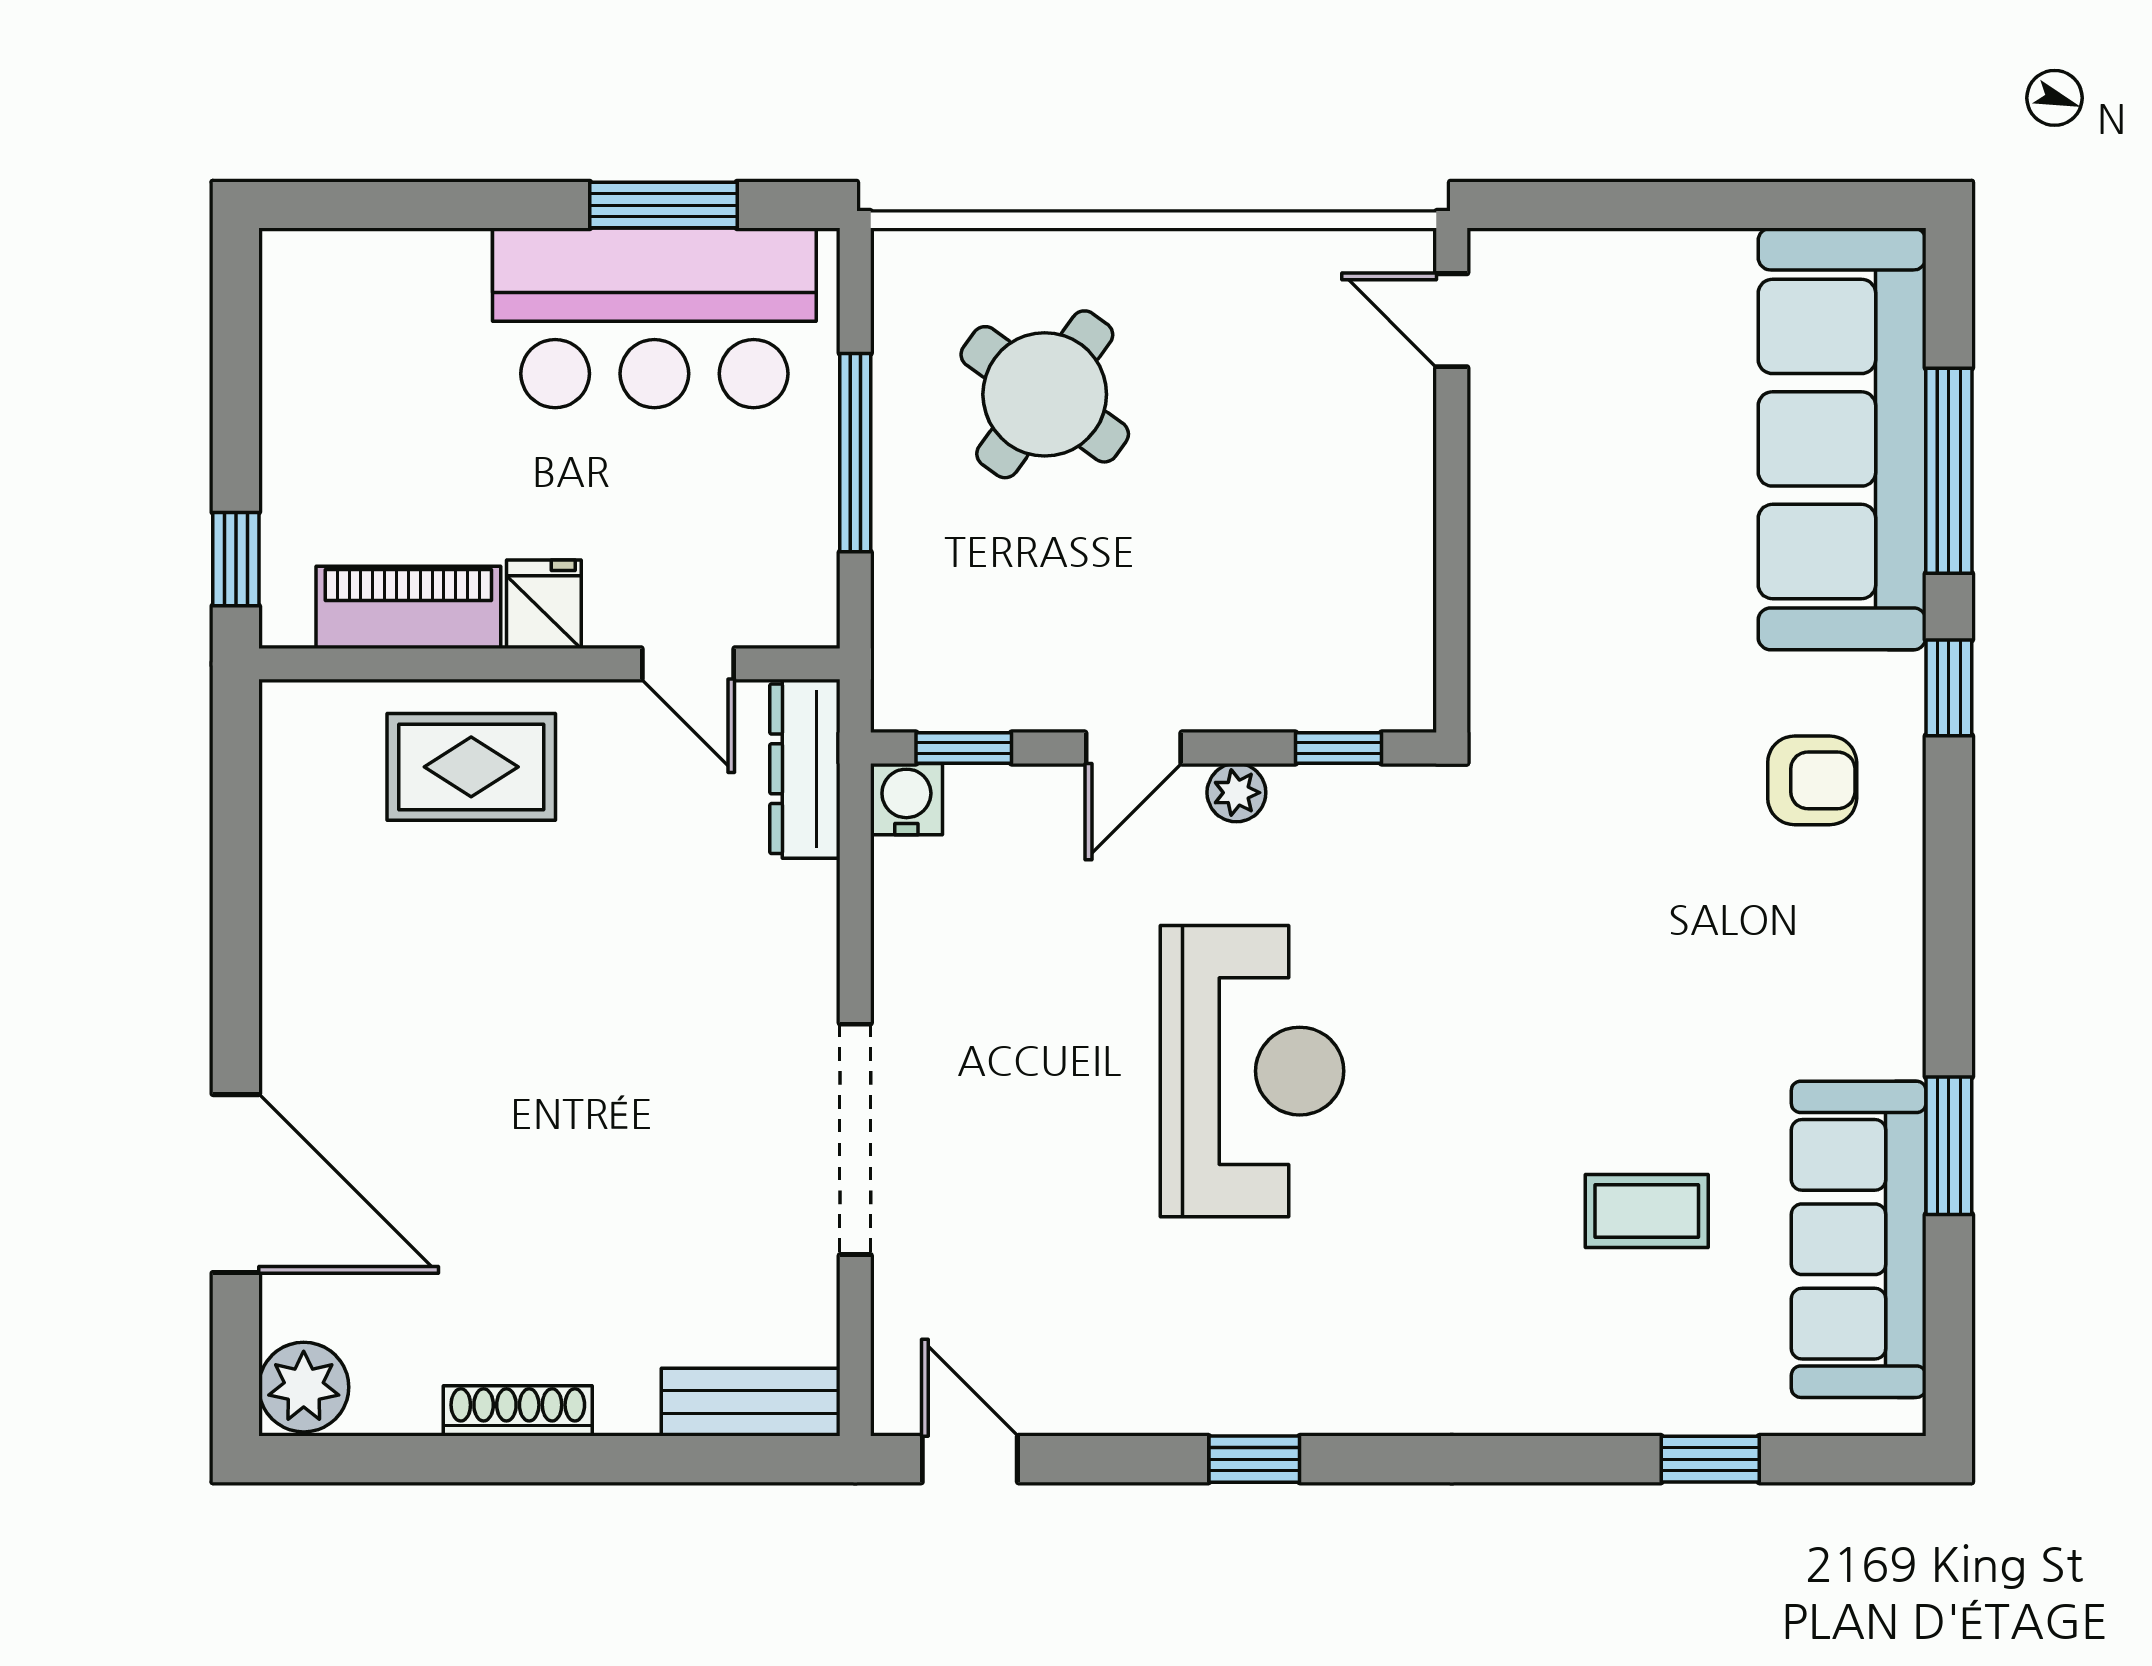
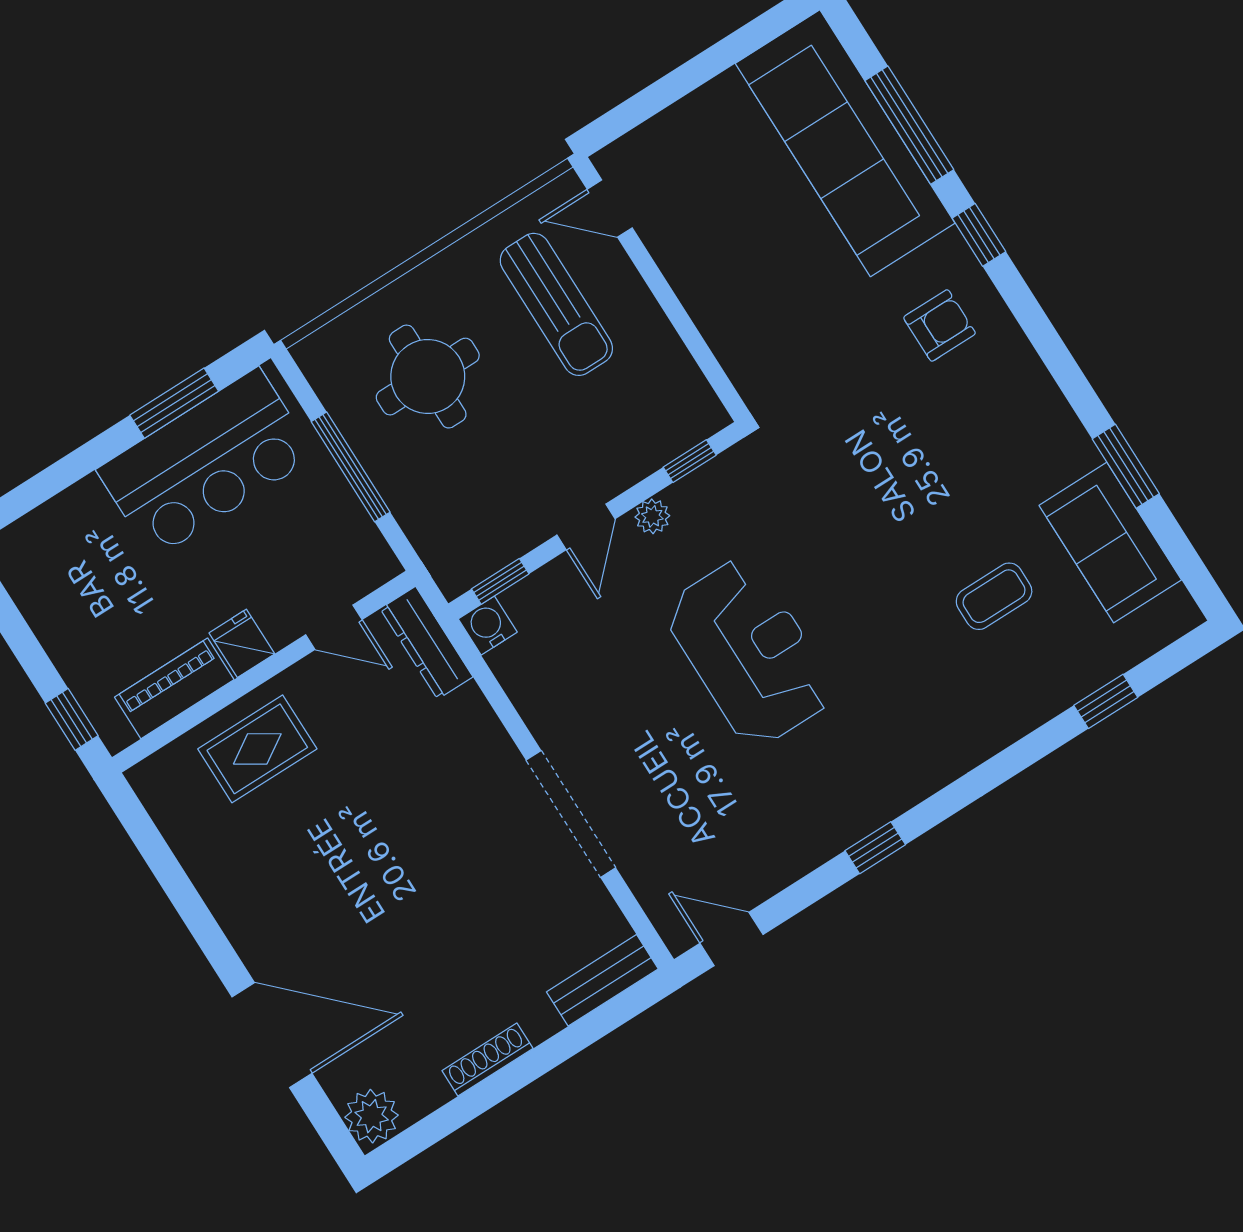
round table: (1045, 394) -> (428, 377), turned -36
sun lounger: (1291, 408) -> (556, 304), added
sofa: (1859, 1239) -> (1110, 543), width x0.73

